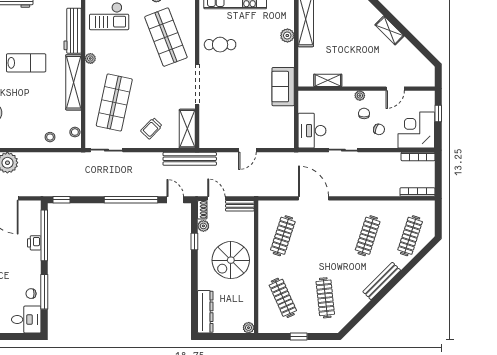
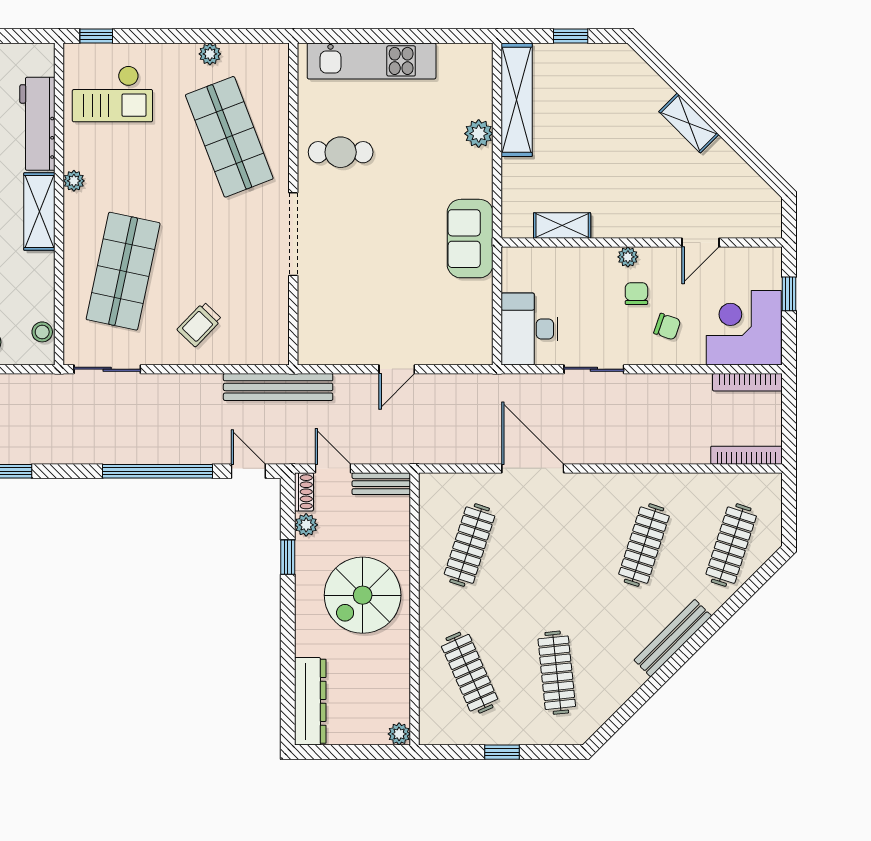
shelving: (74, 82) -> (39, 212), width x0.68
shelving: (187, 129) -> (273, 325), removed

